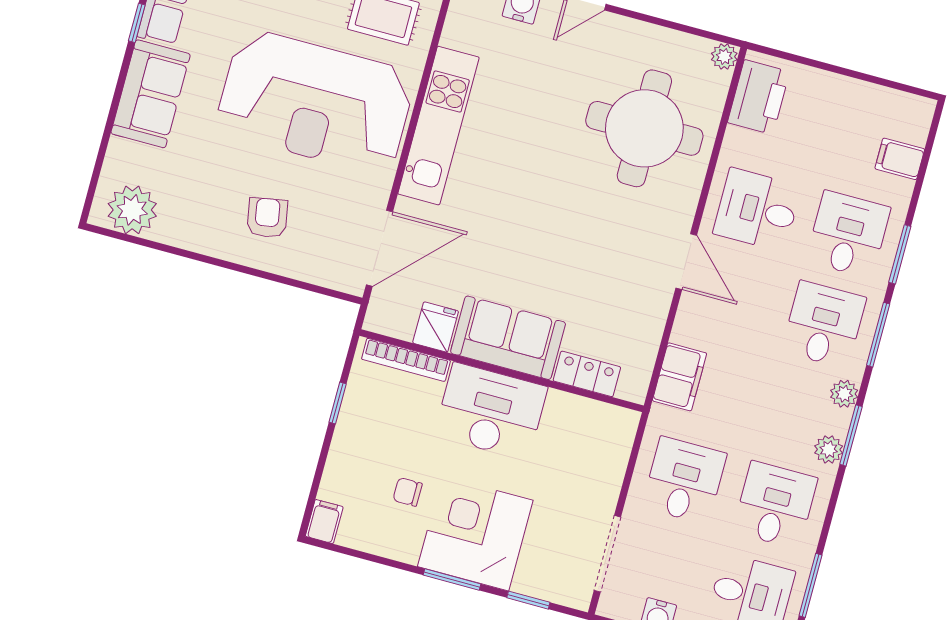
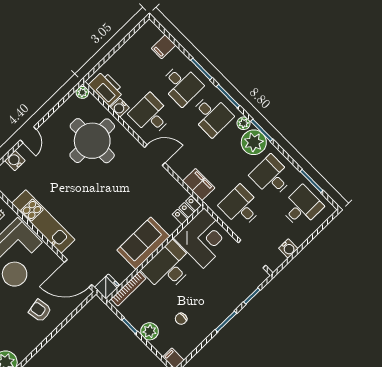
water cooler: (737, 144) -> (120, 108), added
desk: (757, 210) -> (151, 115), turned 90
desk: (848, 234) -> (181, 85), turned 180
door: (379, 248) -> (78, 273), swing flipped
desk: (824, 325) -> (211, 115), turned 180
fridge: (436, 327) -> (107, 287), moved, turned 90
locker: (587, 374) -> (187, 210), moved
plant: (349, 446) -> (149, 331), added
plant: (829, 449) -> (254, 142), width x1.88, depth x1.88
corner desk: (475, 533) -> (204, 238), moved, turned 180

